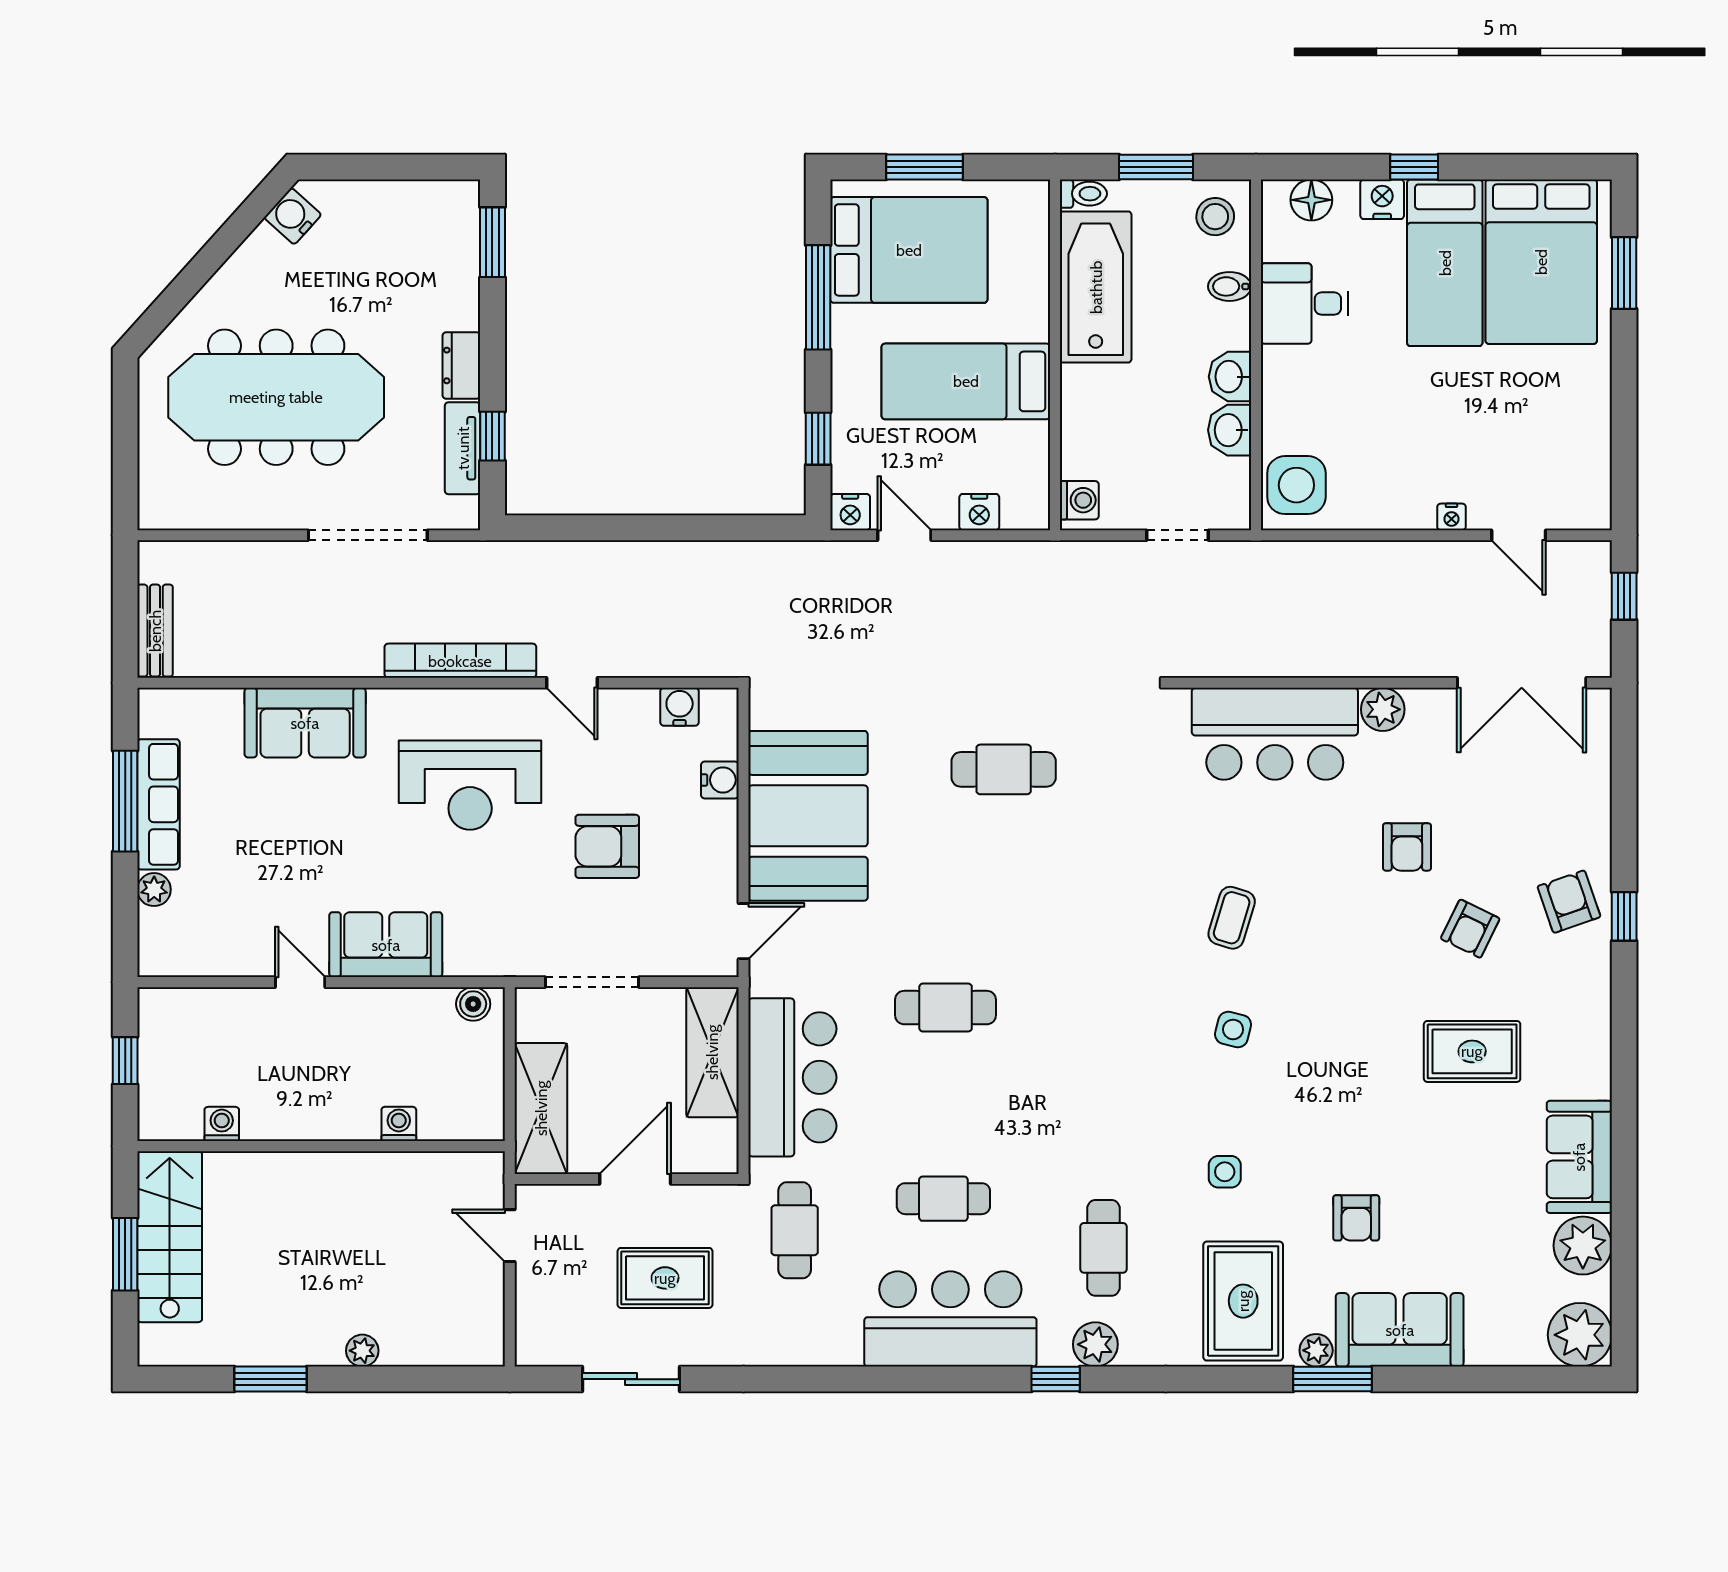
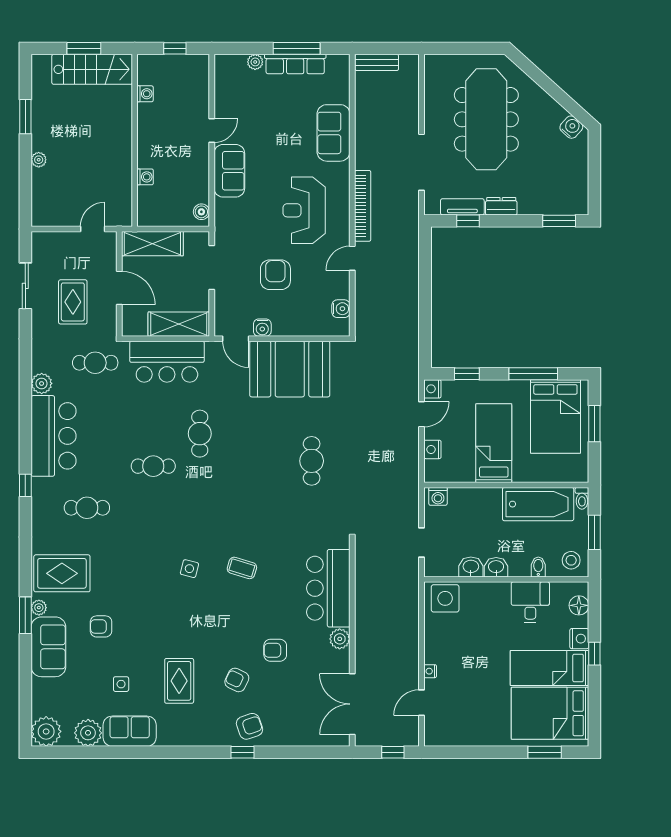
water cooler: (720, 780) -> (262, 328), moved
side table: (1225, 1172) -> (121, 684), moved
cafe table: (943, 1199) -> (153, 466), moved, turned 90
plant: (1095, 1344) -> (42, 383), moved

